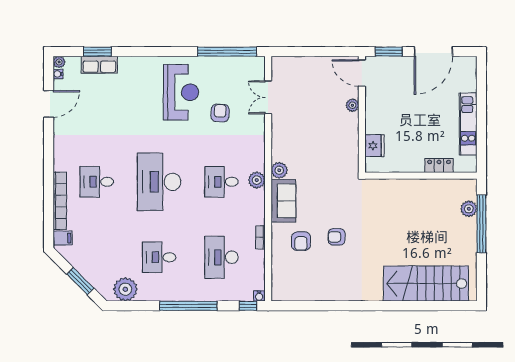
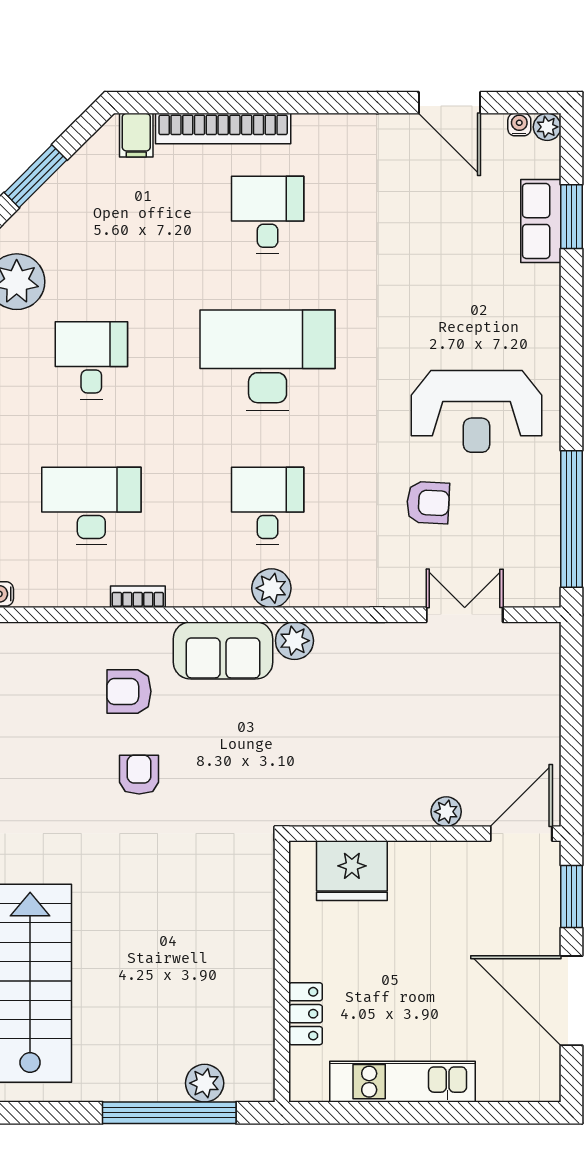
fridge: (374, 146) -> (352, 871), width x1.36, depth x1.34

